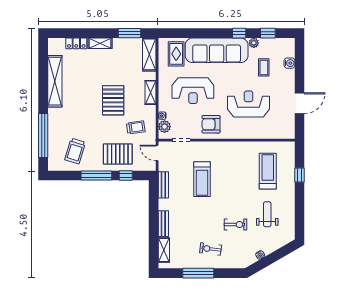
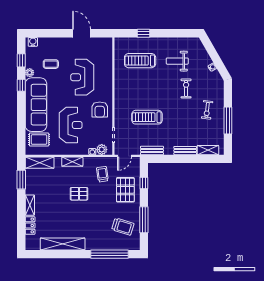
water cooler: (289, 63) -> (33, 42), moved
pallet: (113, 100) -> (79, 194), width x0.67, depth x0.71
window: (96, 175) -> (144, 220), moved
treadmill: (202, 179) -> (147, 117), turned 180

